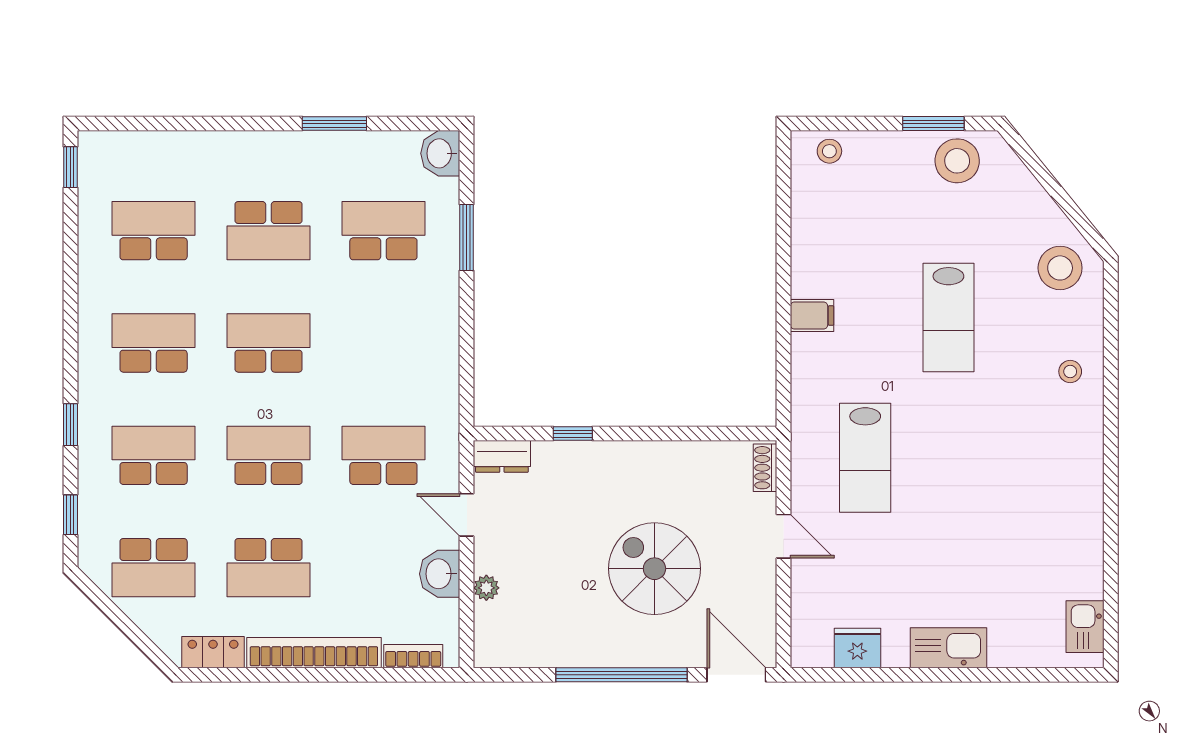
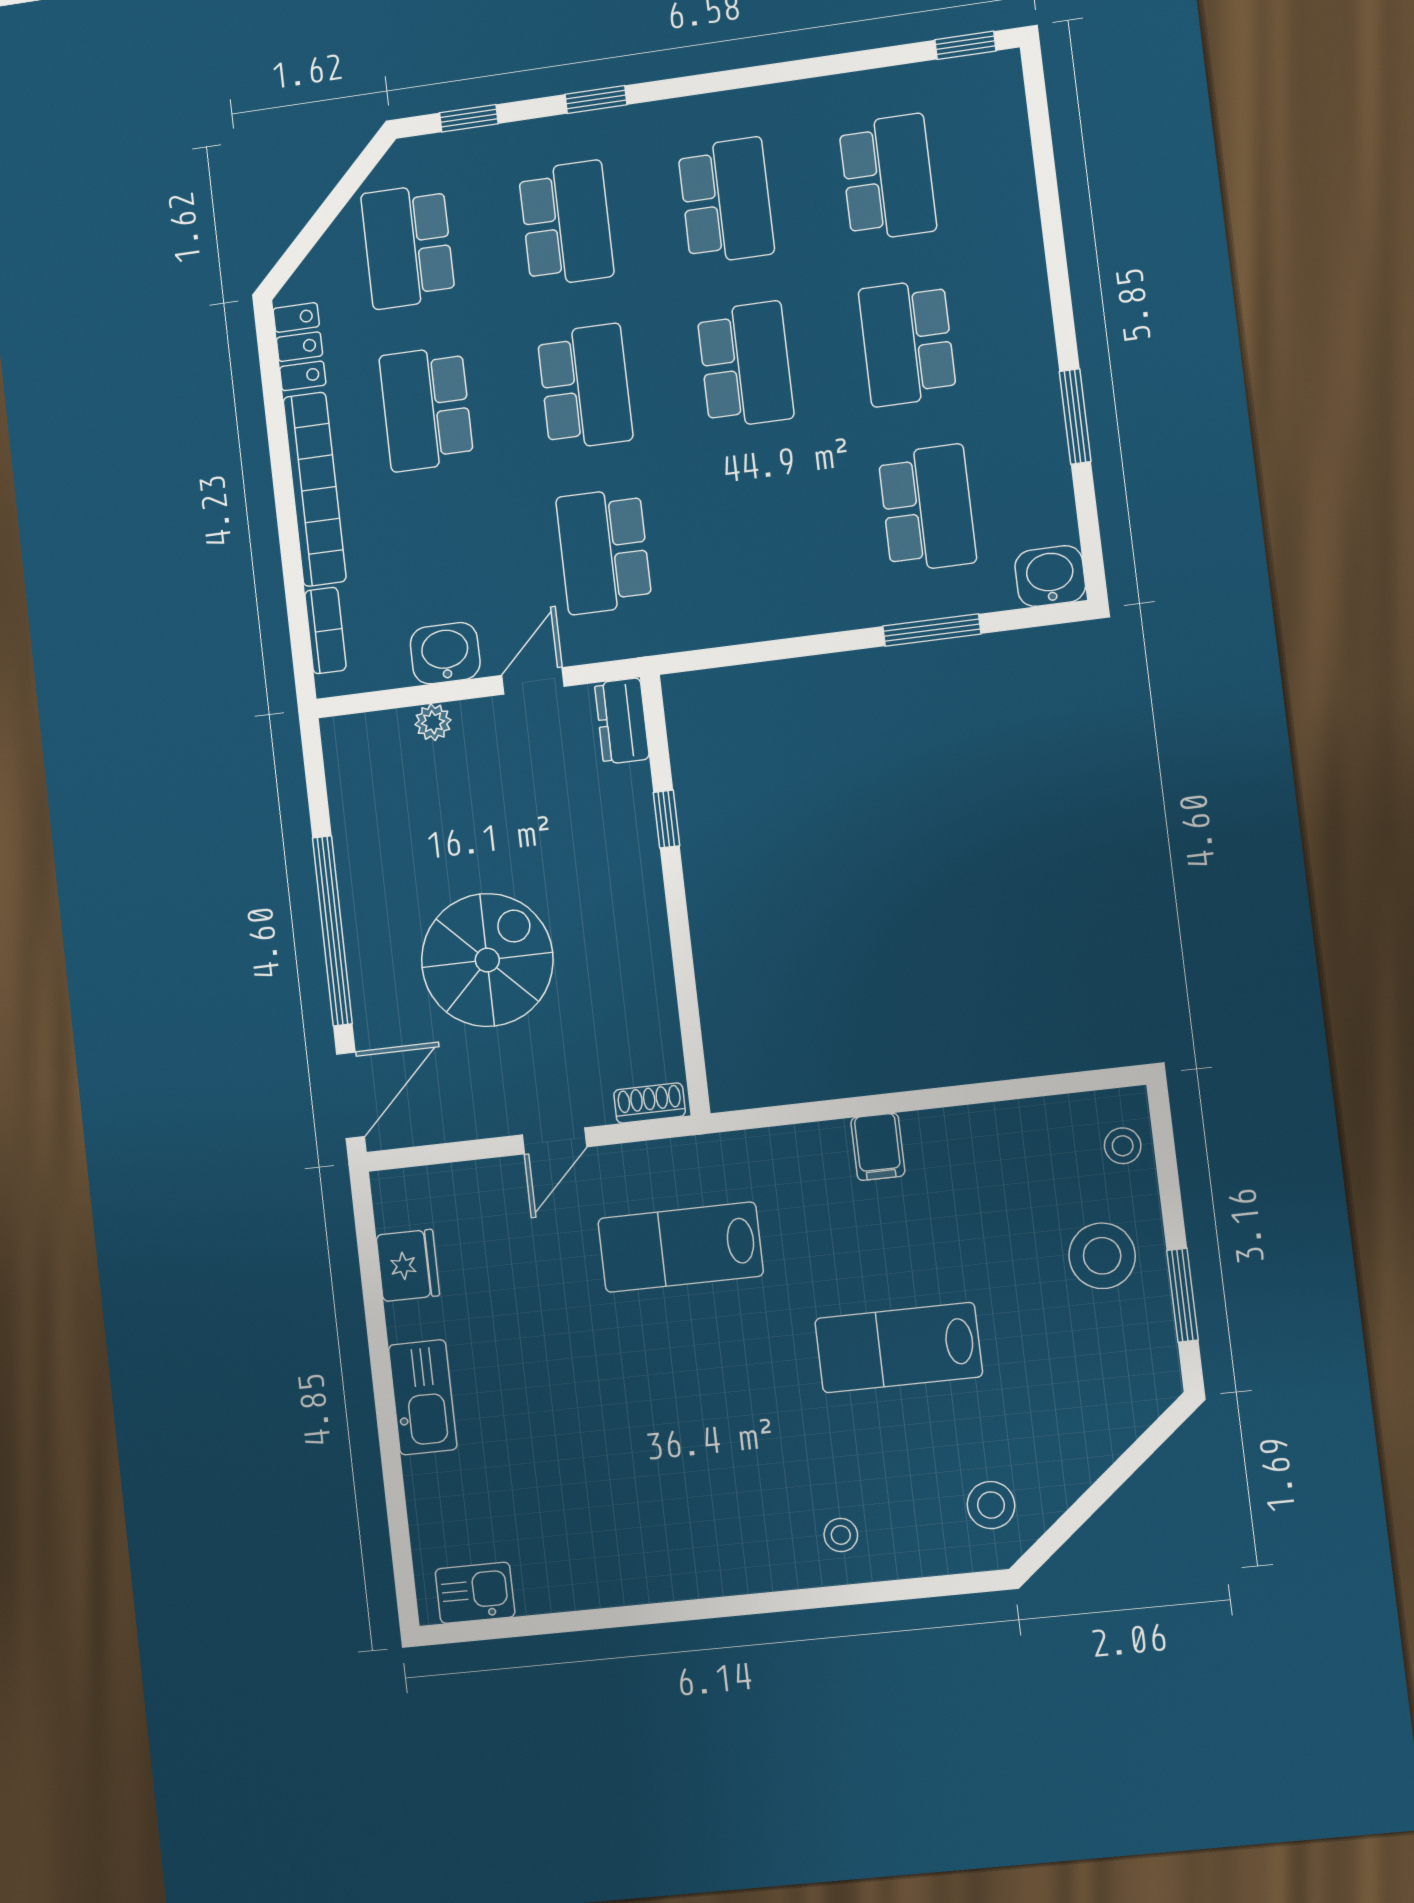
stool: (957, 161) -> (1102, 1256), moved
stool: (1060, 268) -> (991, 1505), width x0.73, depth x0.73
school desk: (383, 455) -> (604, 551), turned 180

